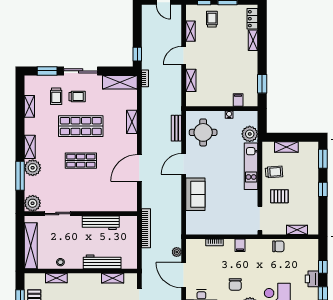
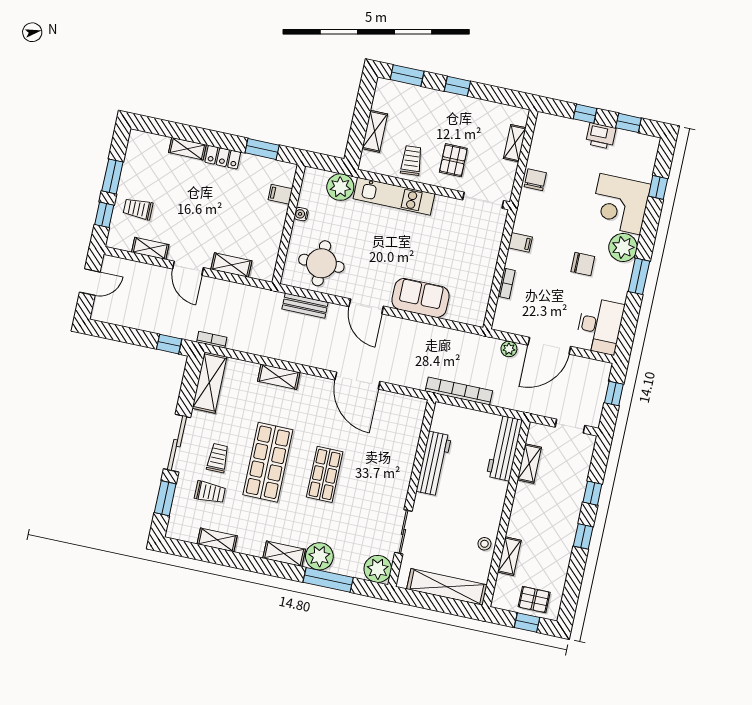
locker: (252, 19) -> (223, 157), moved
workbench: (102, 262) -> (504, 448), moved

